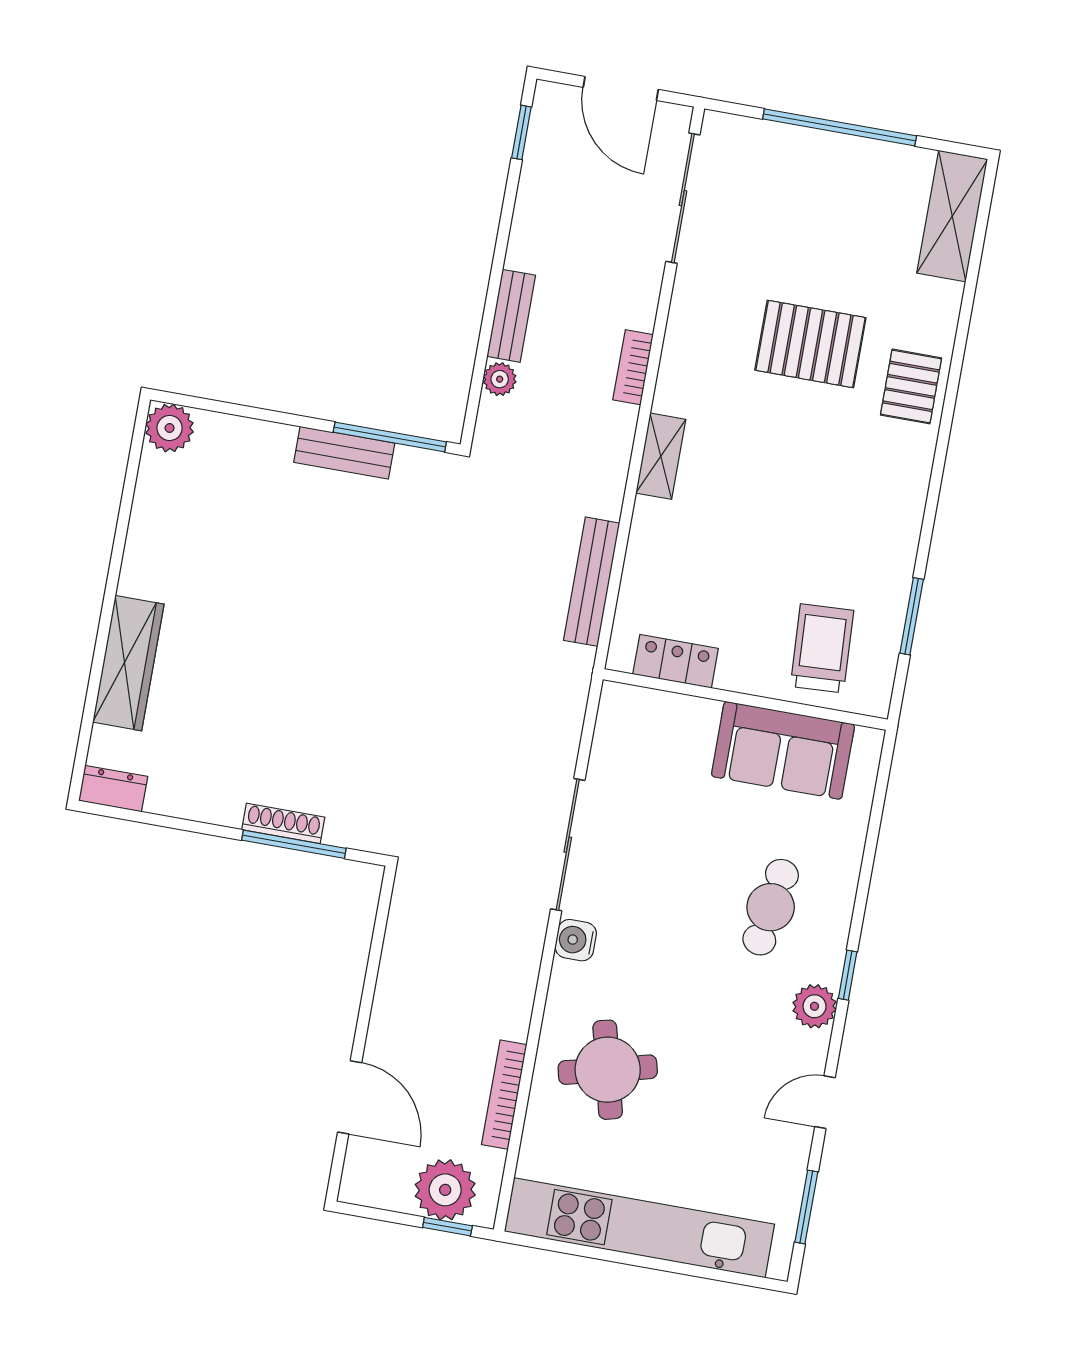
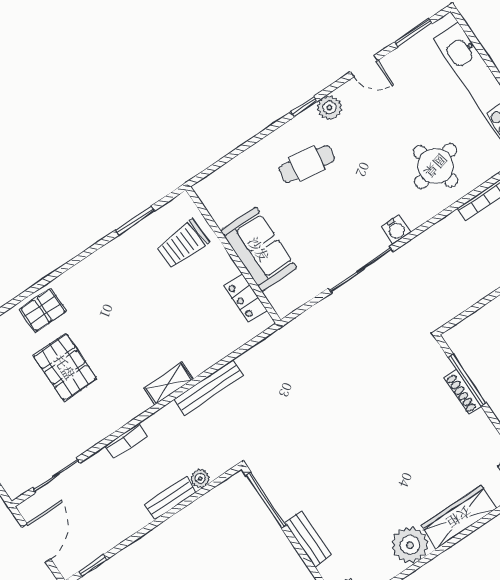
sliding door: (683, 198) -> (56, 475), width x0.73
bookcase: (633, 367) -> (126, 441), moved
bench: (344, 453) -> (308, 539), moved
plant: (154, 566) -> (410, 545), added
bench: (592, 582) -> (209, 388), moved
sofa: (783, 750) -> (259, 249), moved

